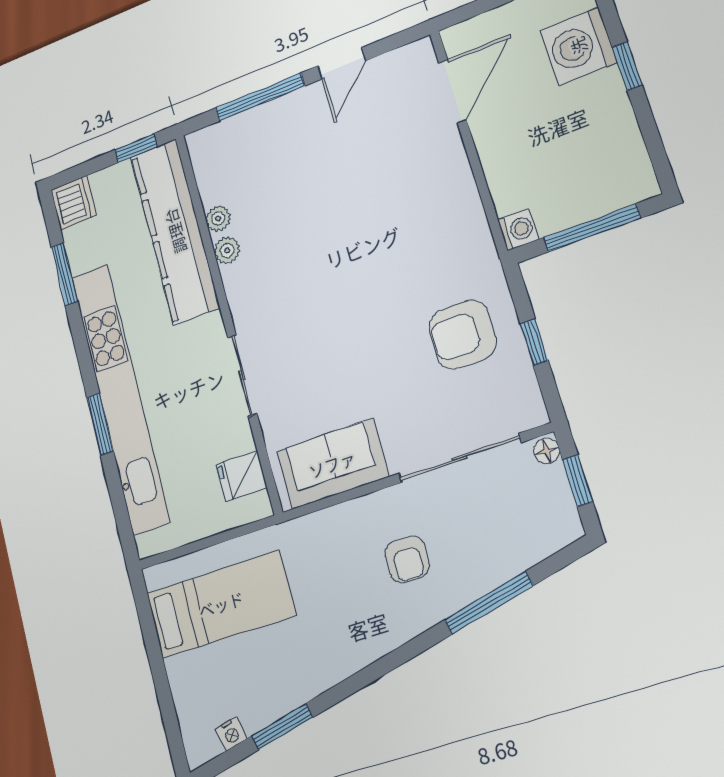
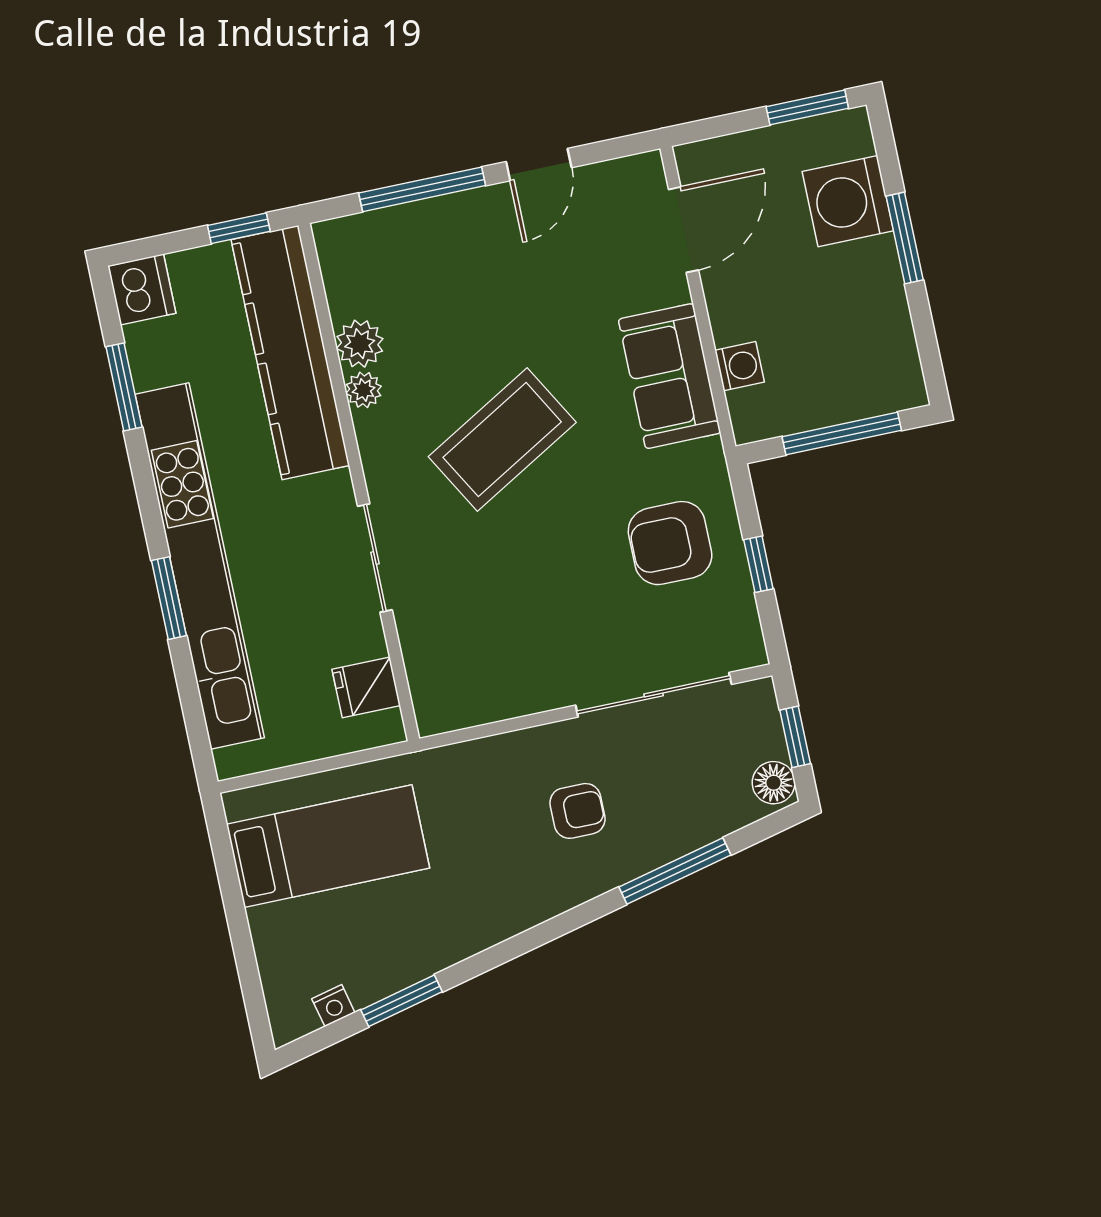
window: (627, 66) -> (905, 238), width x1.50
plant: (218, 219) -> (360, 344), width x1.38, depth x1.38
washing machine: (518, 230) -> (740, 366), moved
coffee table: (329, 272) -> (502, 440), added
floor lamp: (547, 451) -> (774, 783), moved, width x1.37, depth x1.37
sofa: (332, 464) -> (670, 376), moved, turned -90
armchair: (407, 559) -> (577, 811), turned -90

